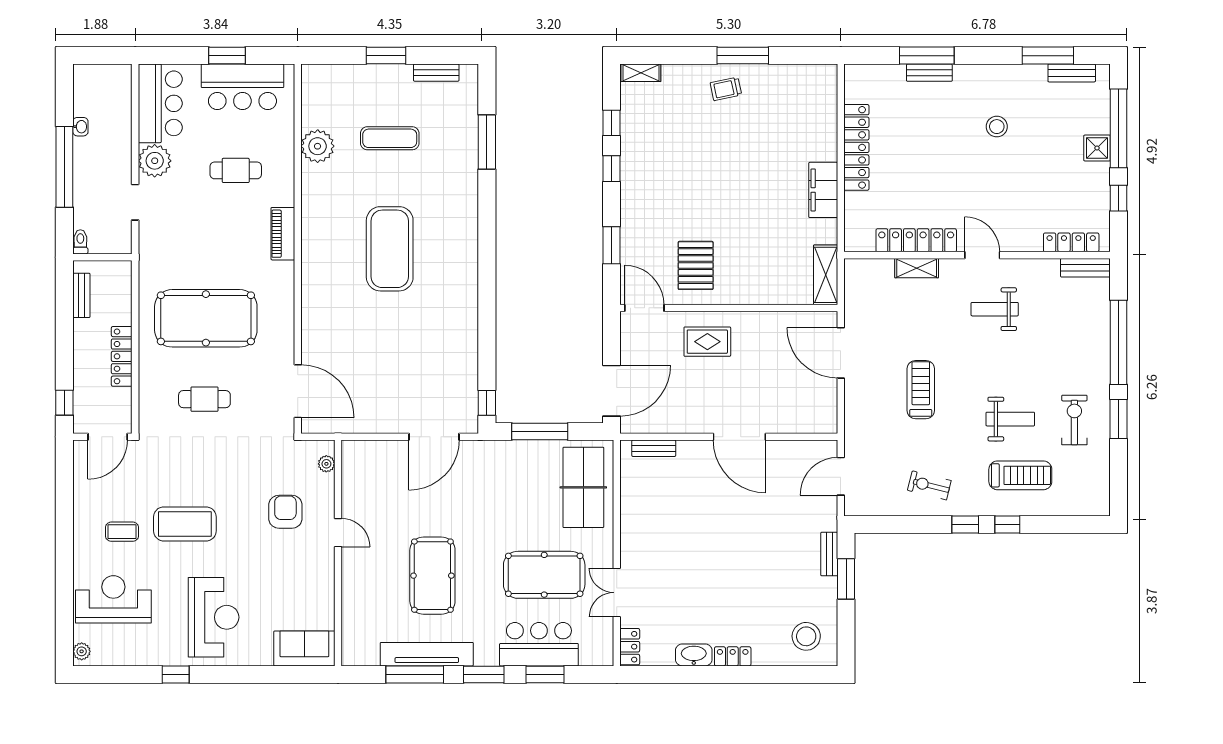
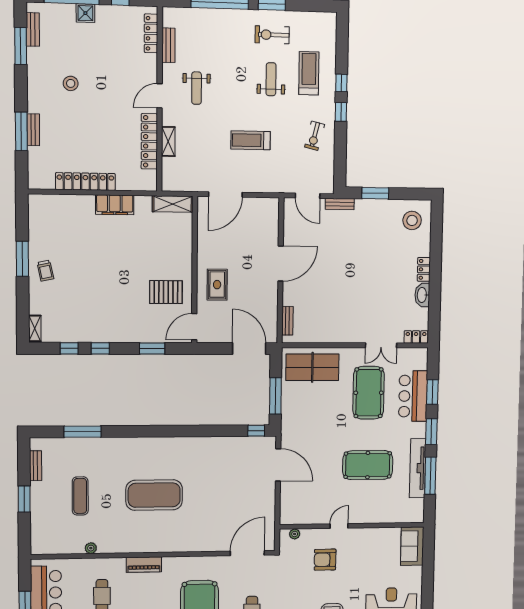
plant: (318, 146) -> (91, 548), width x0.53, depth x0.53
bench: (1085, 268) -> (168, 45), moved
bench: (829, 554) -> (340, 204), moved

